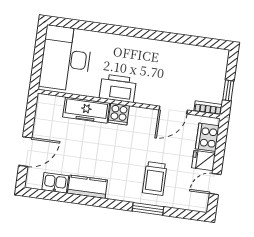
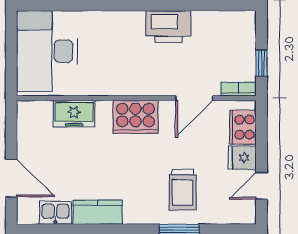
printer: (118, 88) -> (168, 27), moved, turned 180
freezer: (86, 110) -> (74, 114), width x0.71
cooker: (119, 114) -> (135, 117), width x1.87, depth x1.31
door: (25, 152) -> (11, 178), hinge flipped

